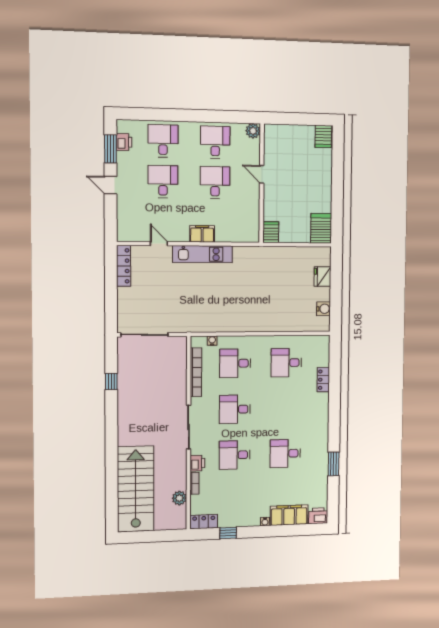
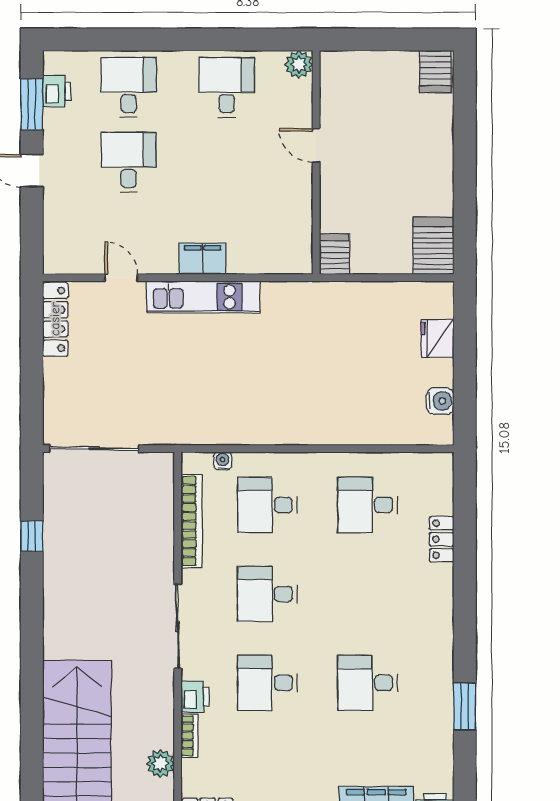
desk: (215, 183) -> (227, 162), removed

